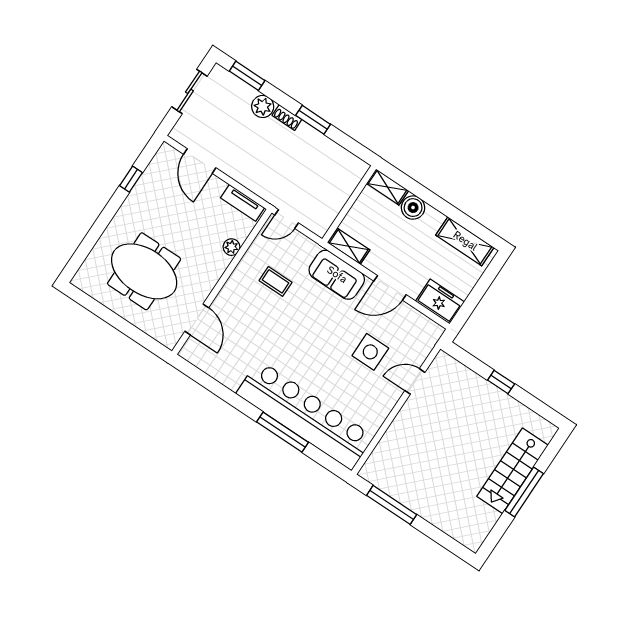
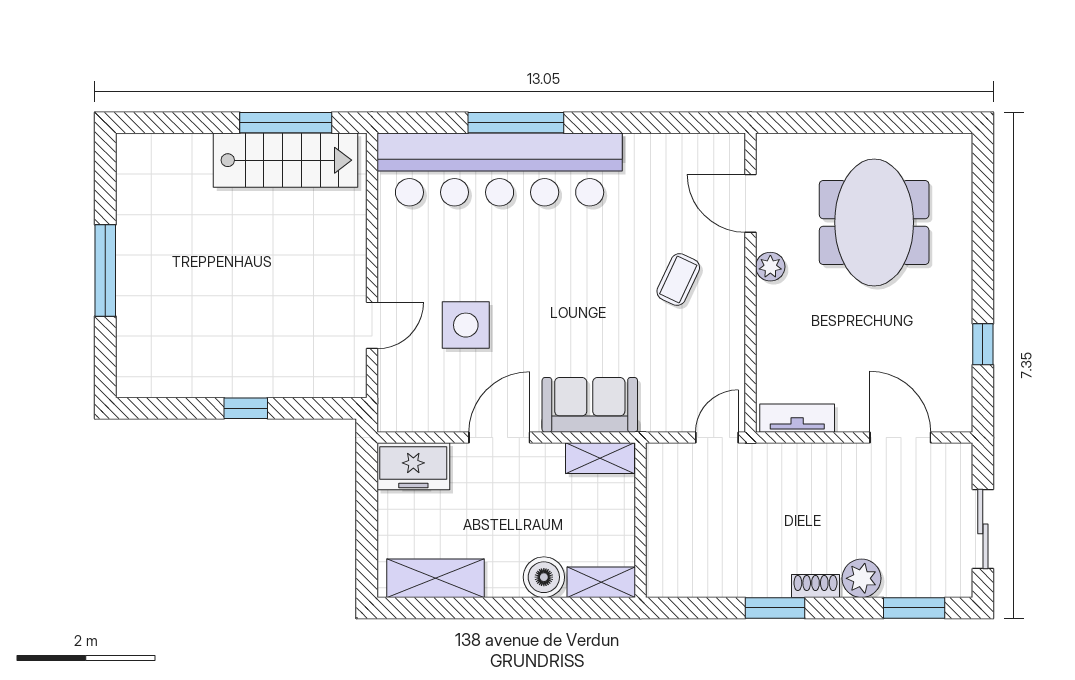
plant: (231, 247) -> (770, 267), moved
meeting table: (144, 271) -> (874, 223), turned 90
coffee table: (276, 281) -> (678, 279), moved, turned -65
stairs: (513, 471) -> (285, 160), moved, turned 90

